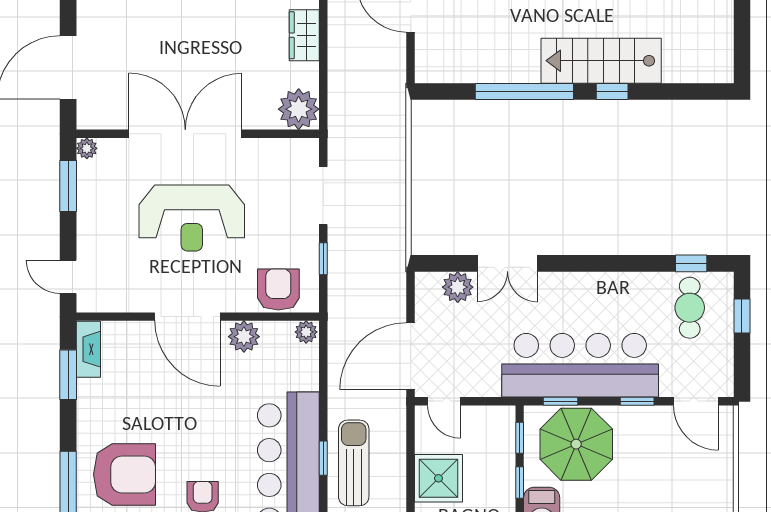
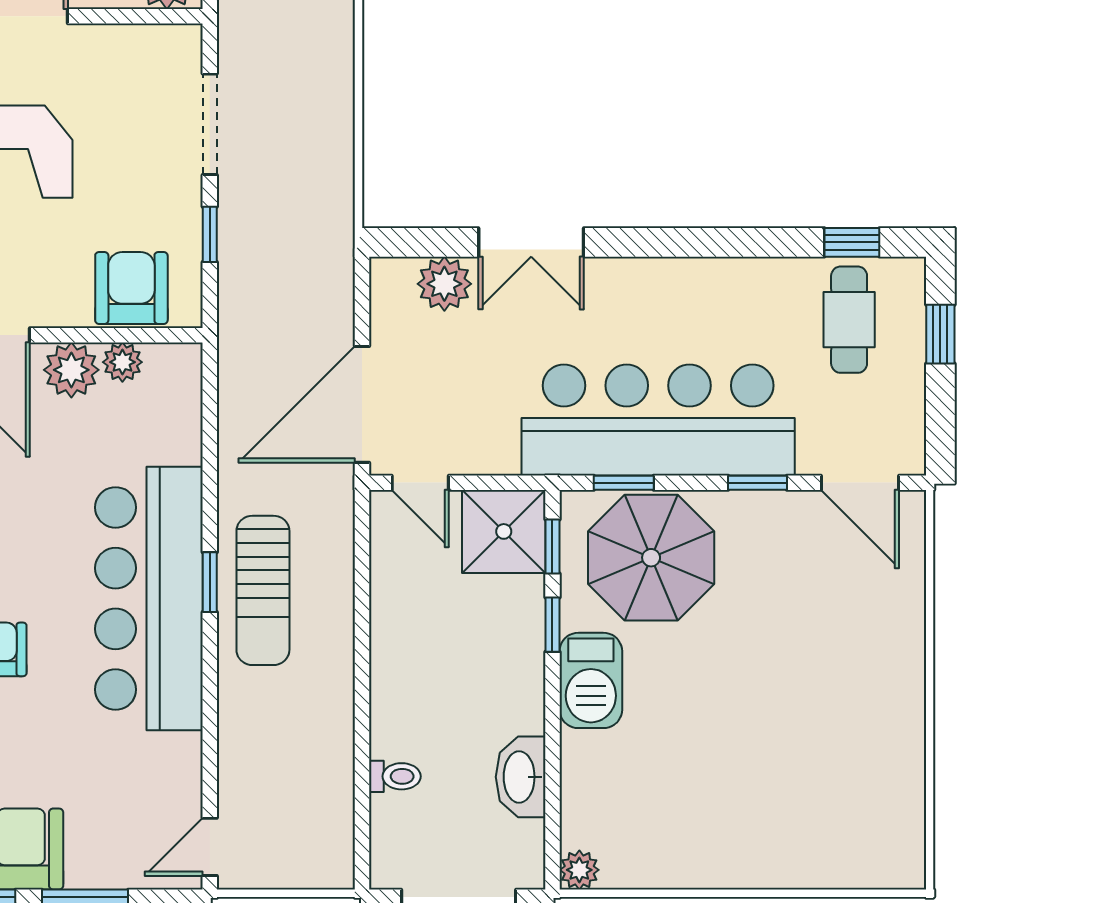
plant: (306, 332) -> (122, 362), moved
sun lounger: (354, 463) -> (263, 590), turned 180
shower: (438, 478) -> (504, 531), moved

